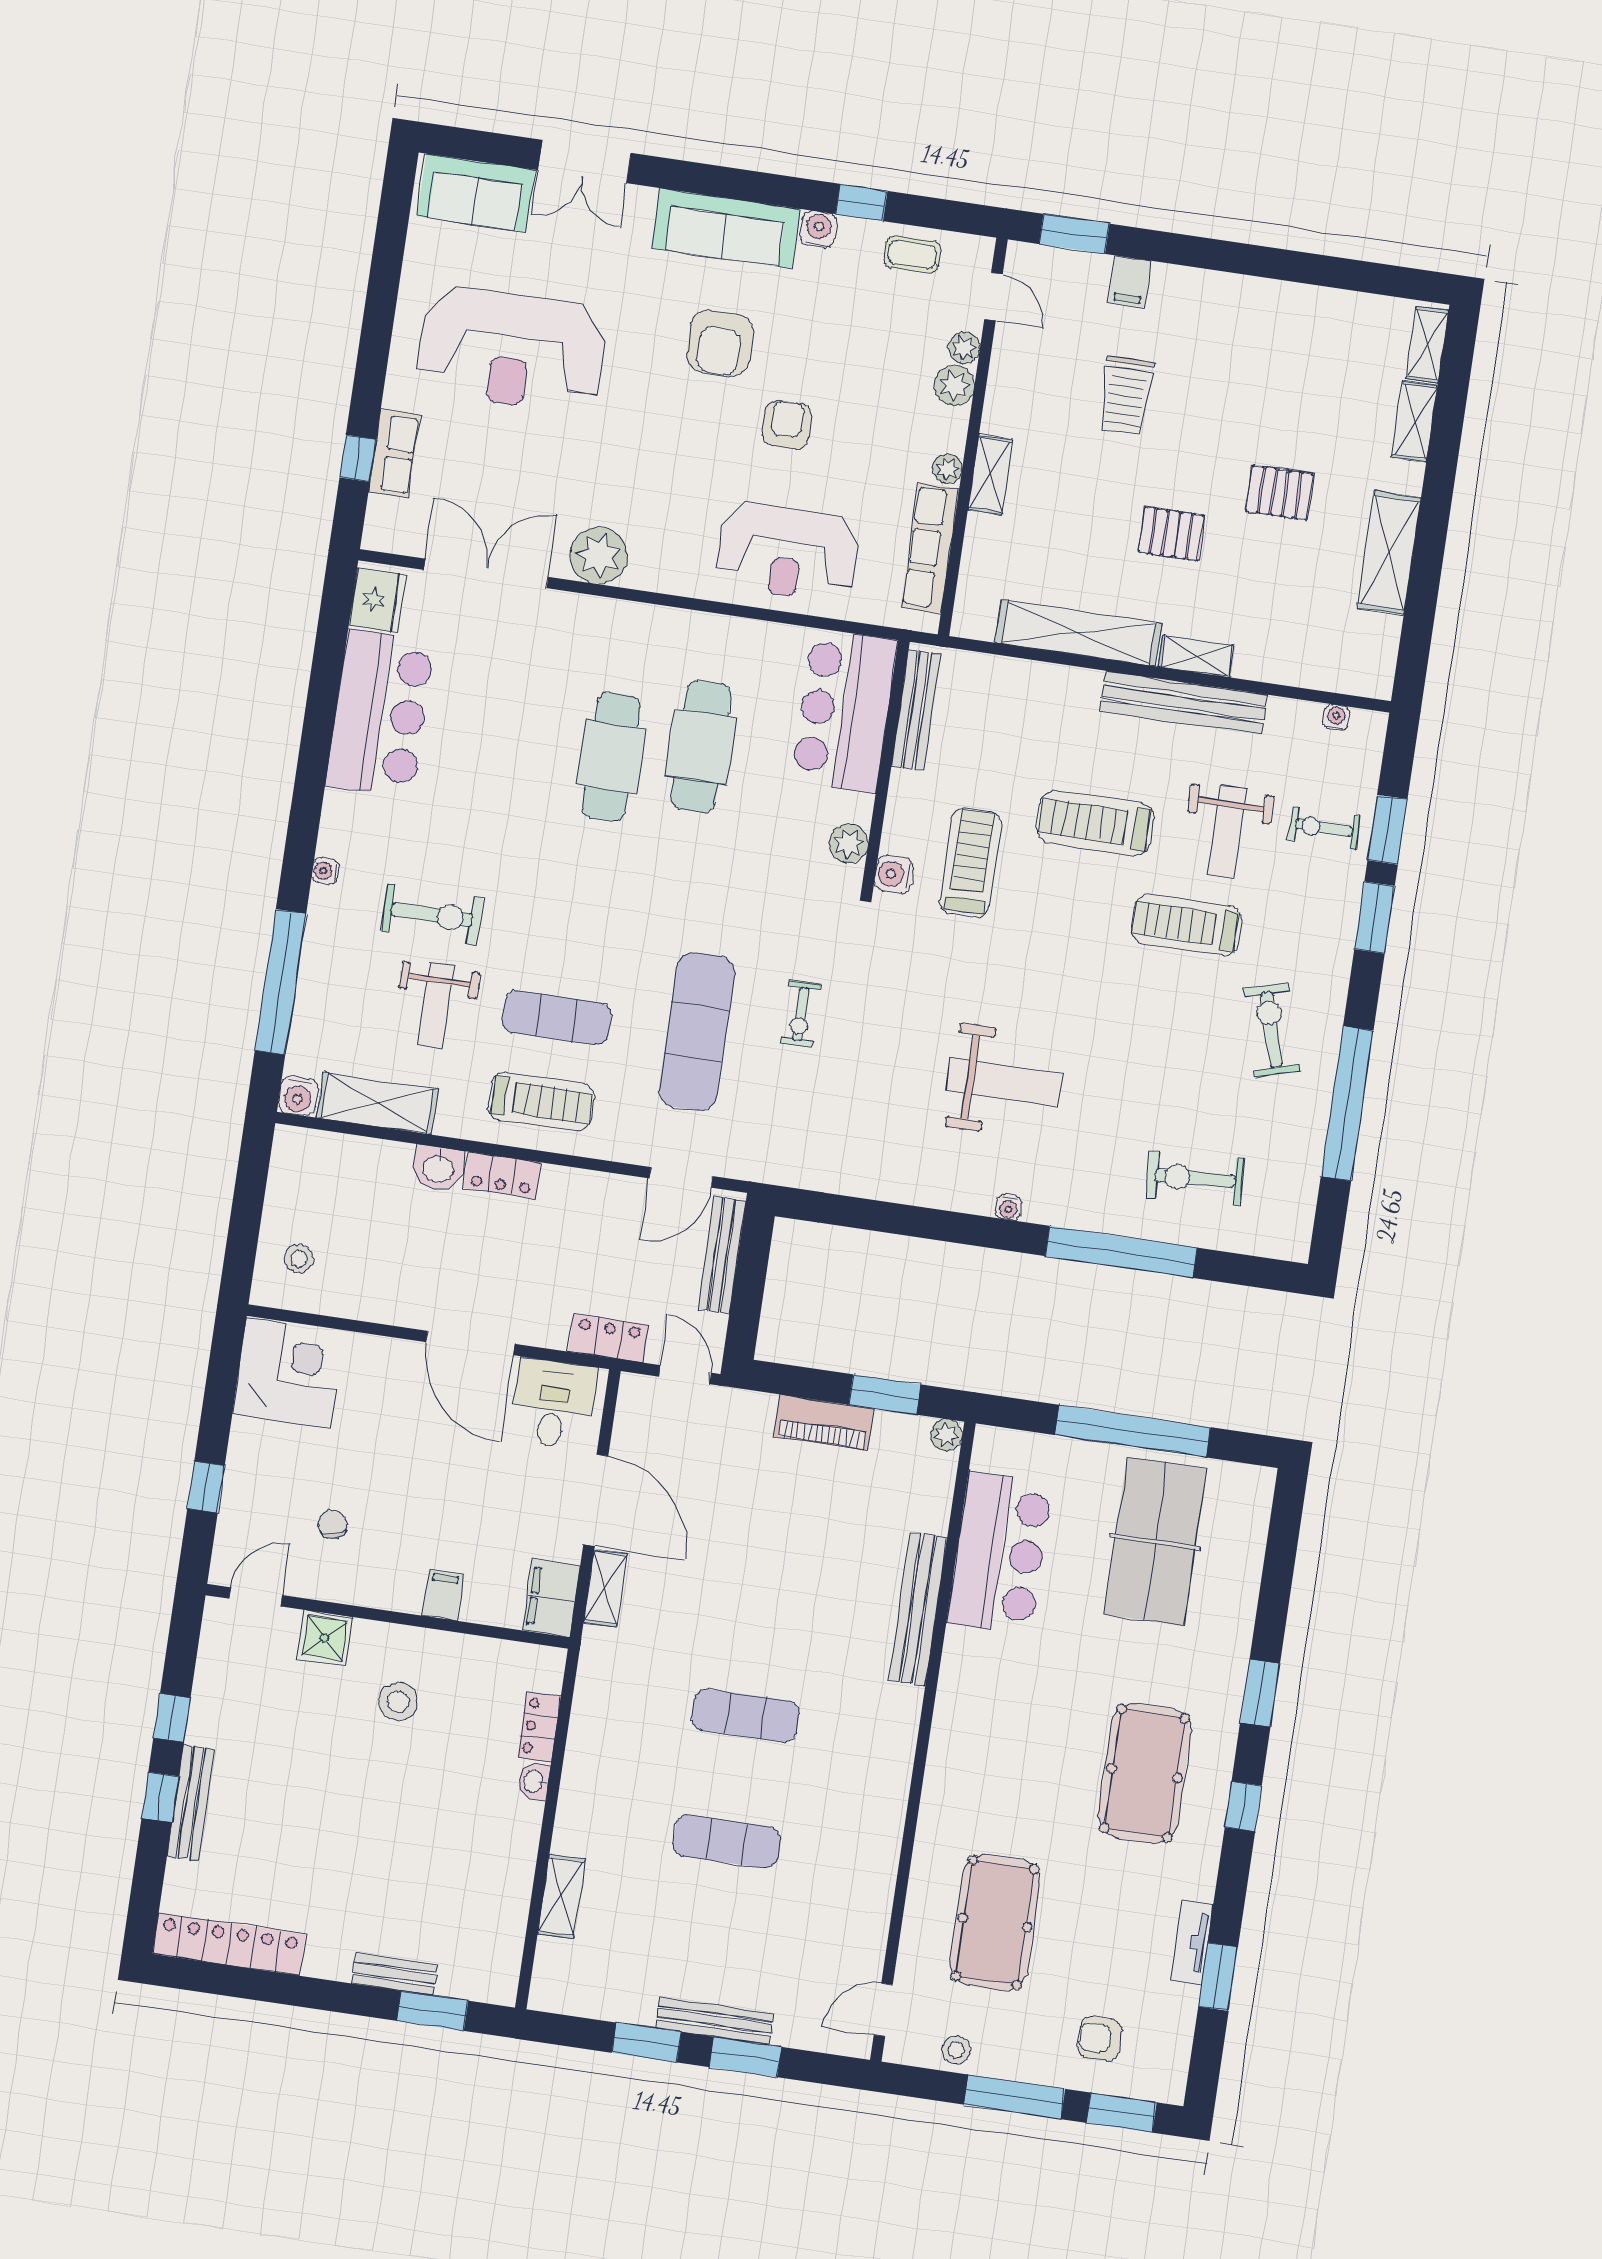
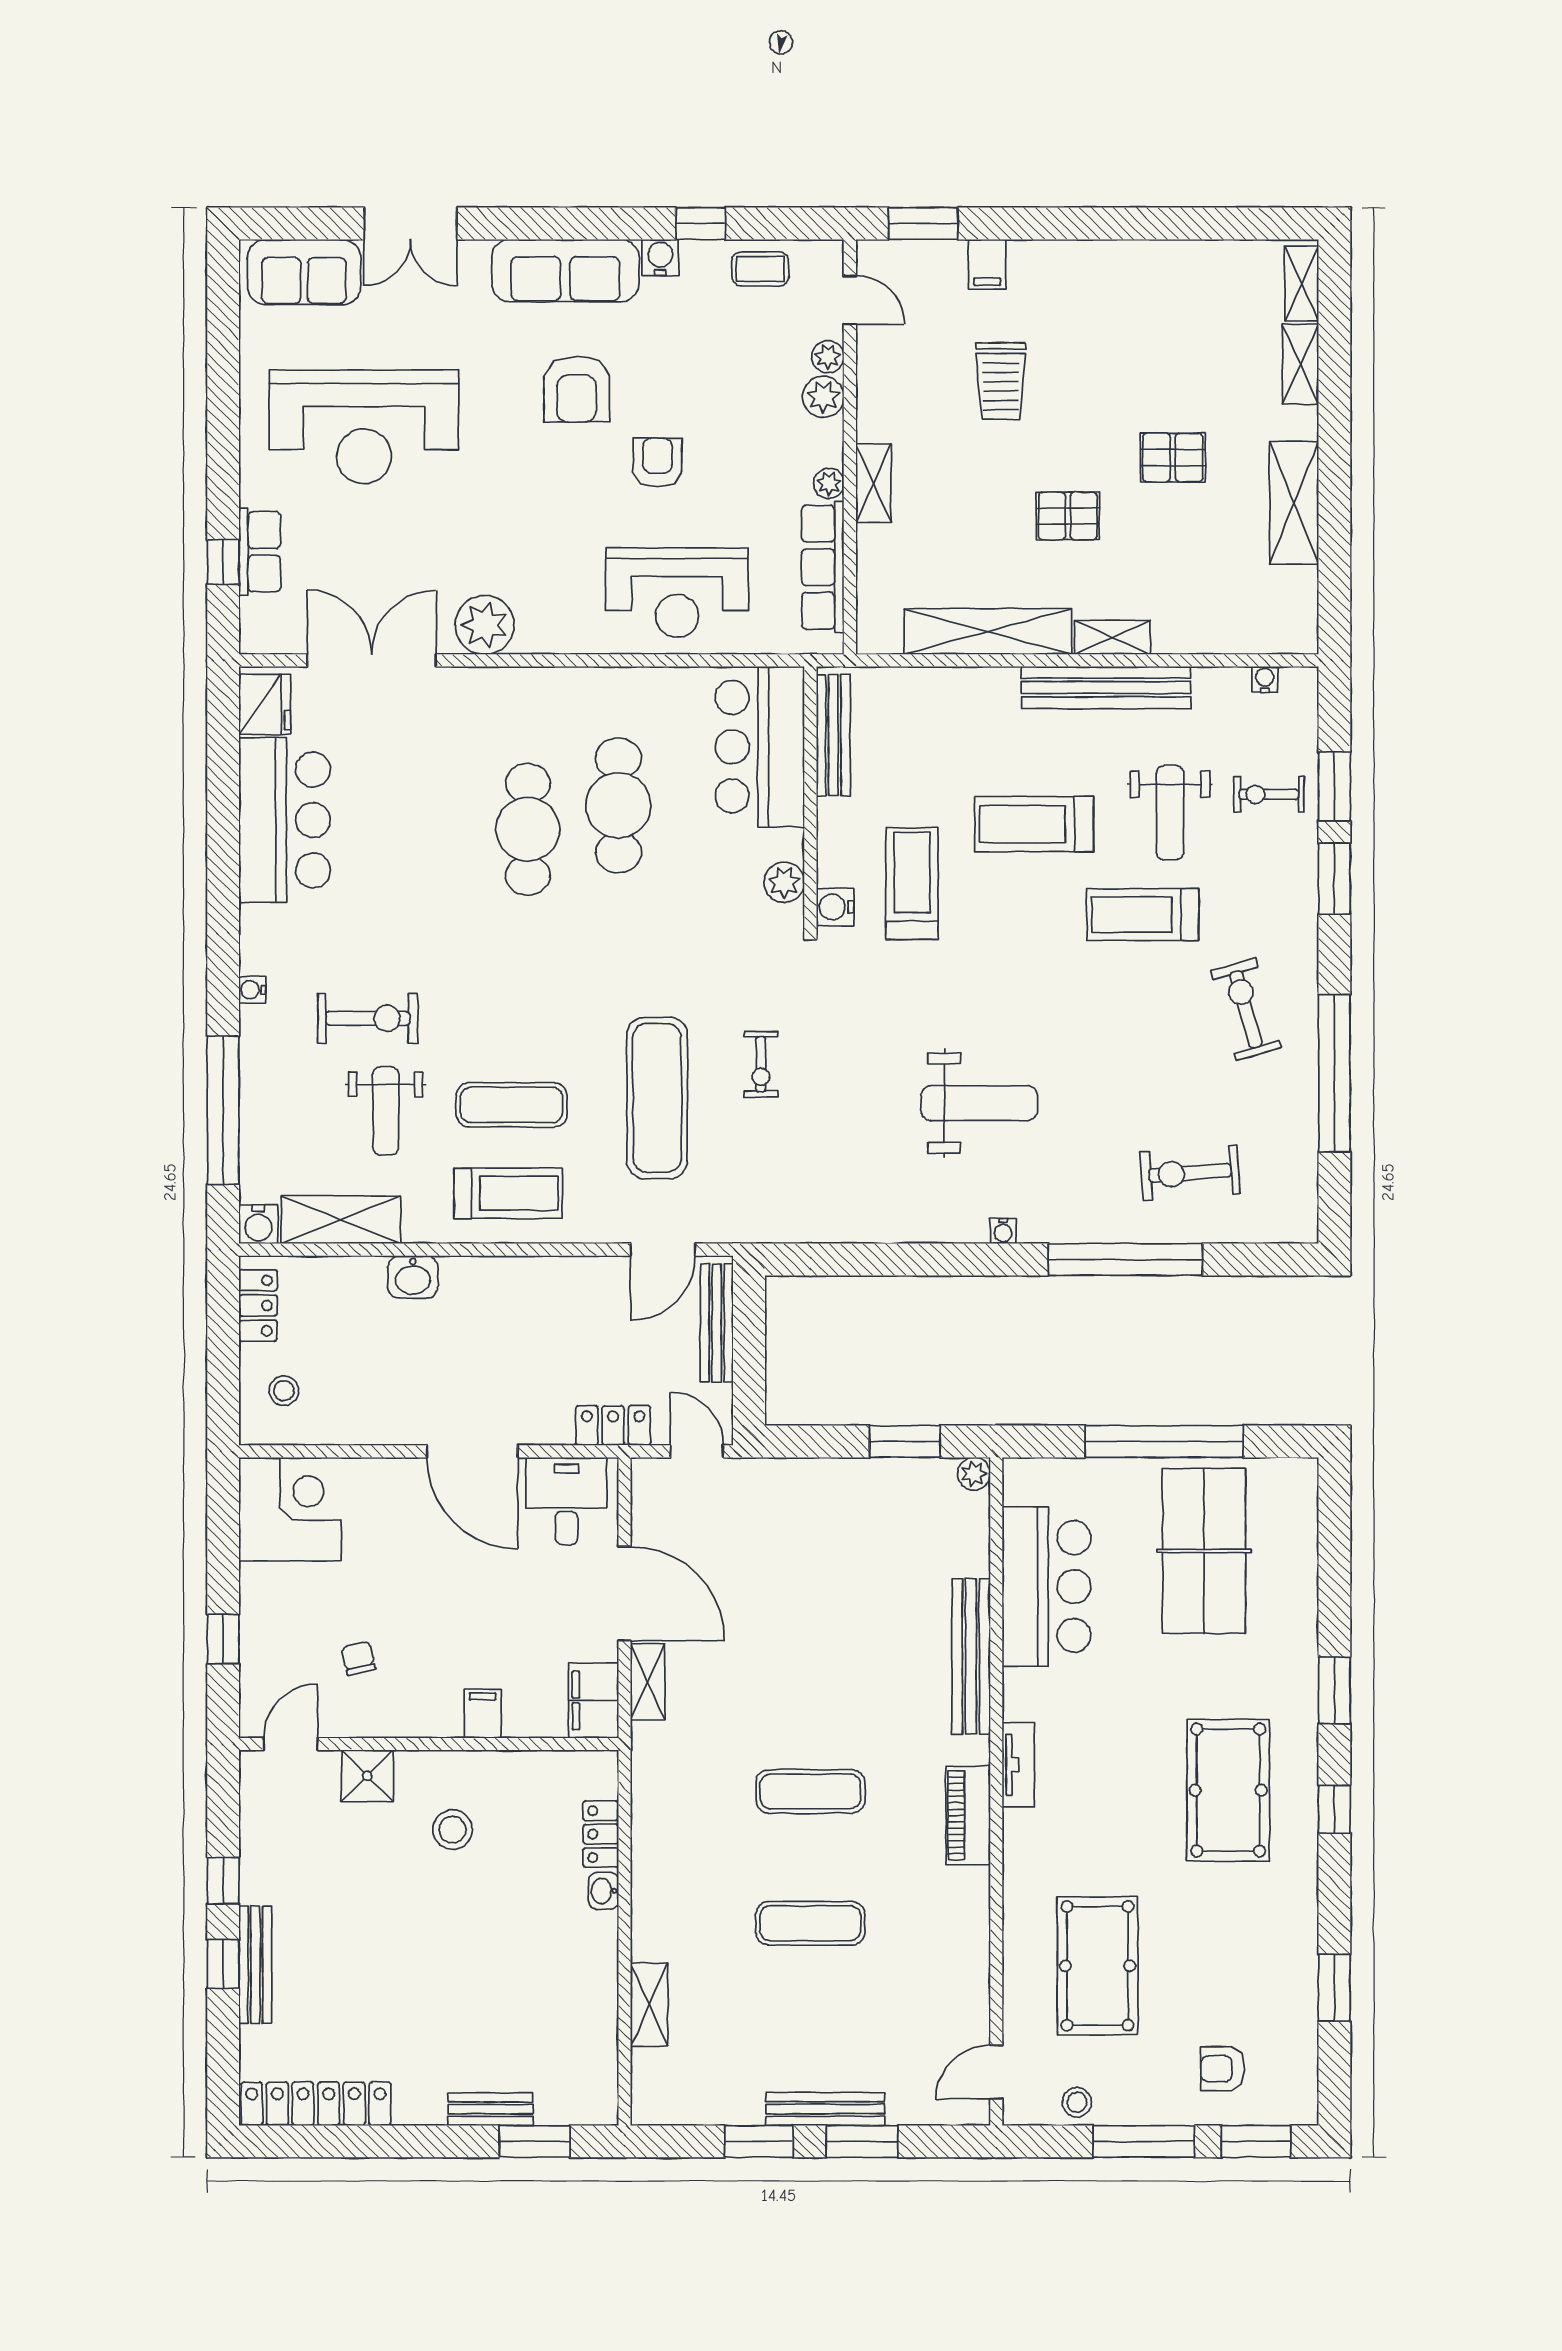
locker: (502, 1175) -> (258, 1305), moved, turned -90
piano: (824, 1423) -> (968, 1815), moved, turned 90
tv unit: (1192, 1942) -> (1018, 1765), moved, turned 180

